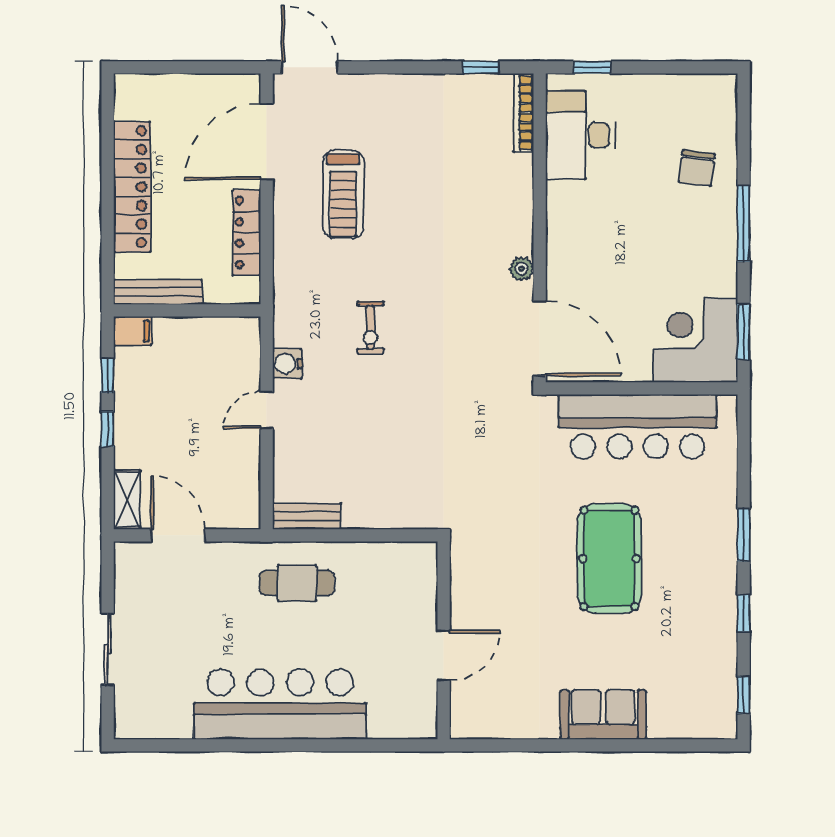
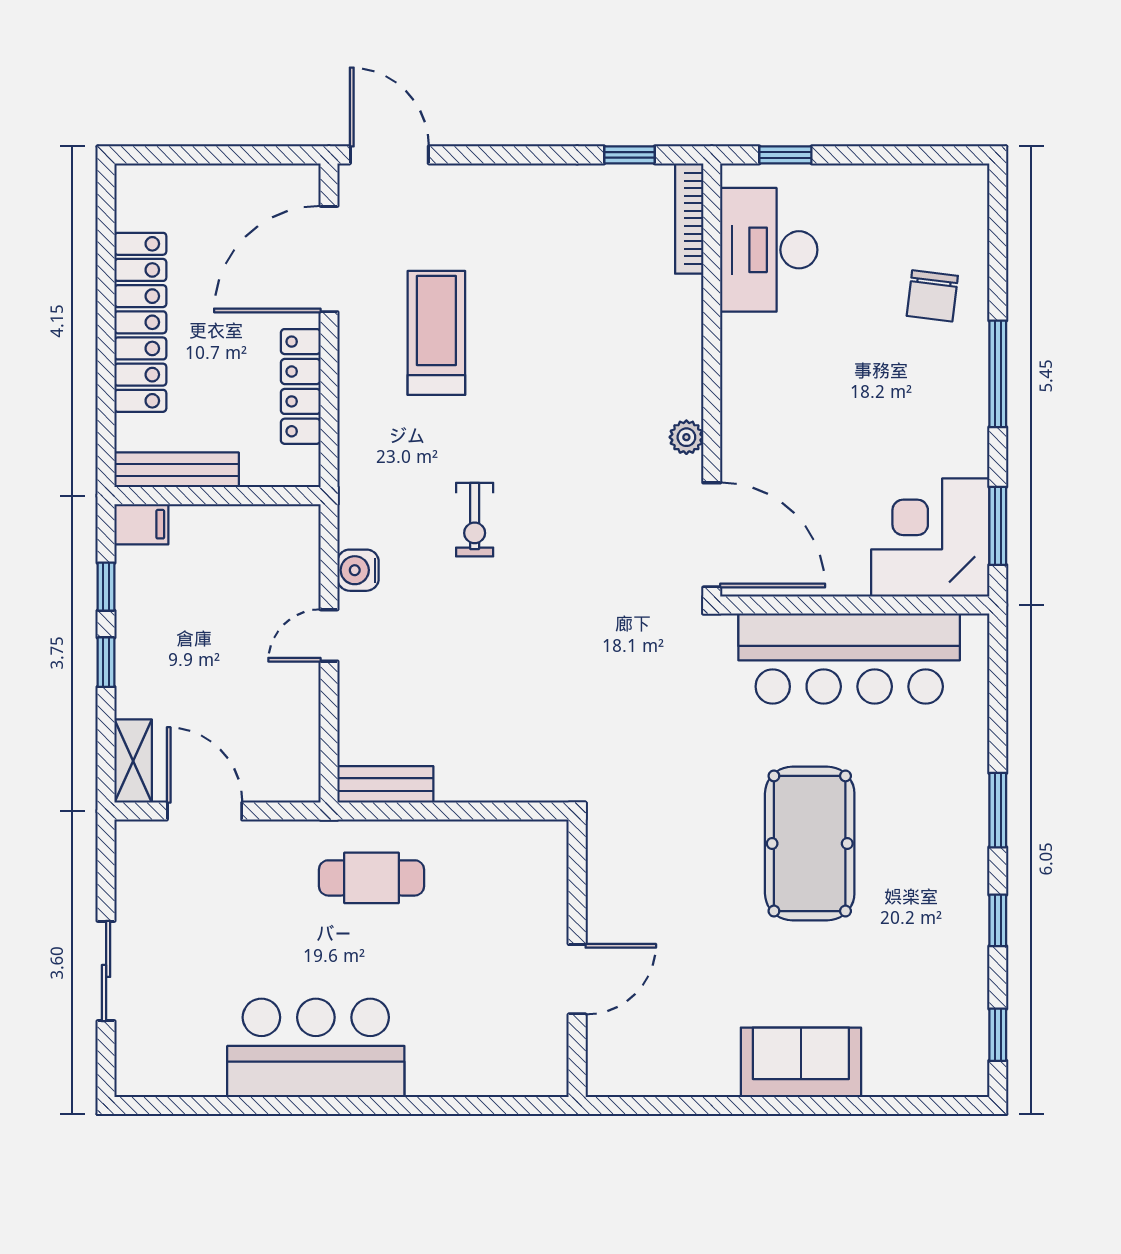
treadmill: (343, 194) -> (436, 333), turned 180
bar counter: (280, 704) -> (316, 1048), width x0.73

